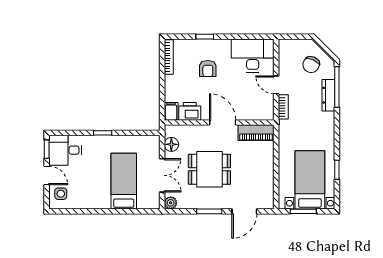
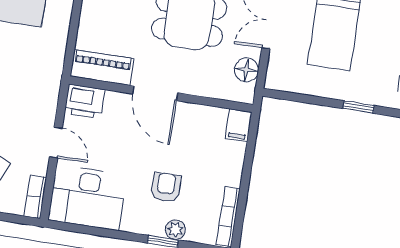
plant: (198, 45) -> (175, 230), added
bookcase: (283, 107) -> (35, 197), moved
printer: (190, 111) -> (85, 101), moved

